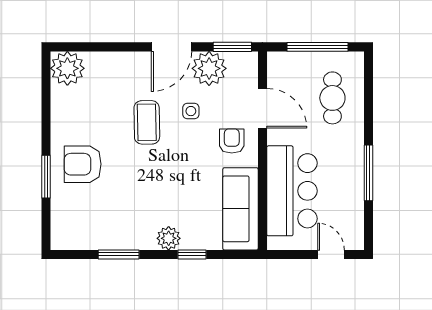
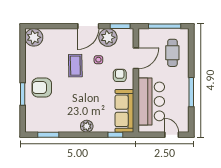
door: (262, 108) -> (136, 58), hinge flipped
window: (119, 254) -> (48, 135), moved
window: (192, 254) -> (115, 135), moved

